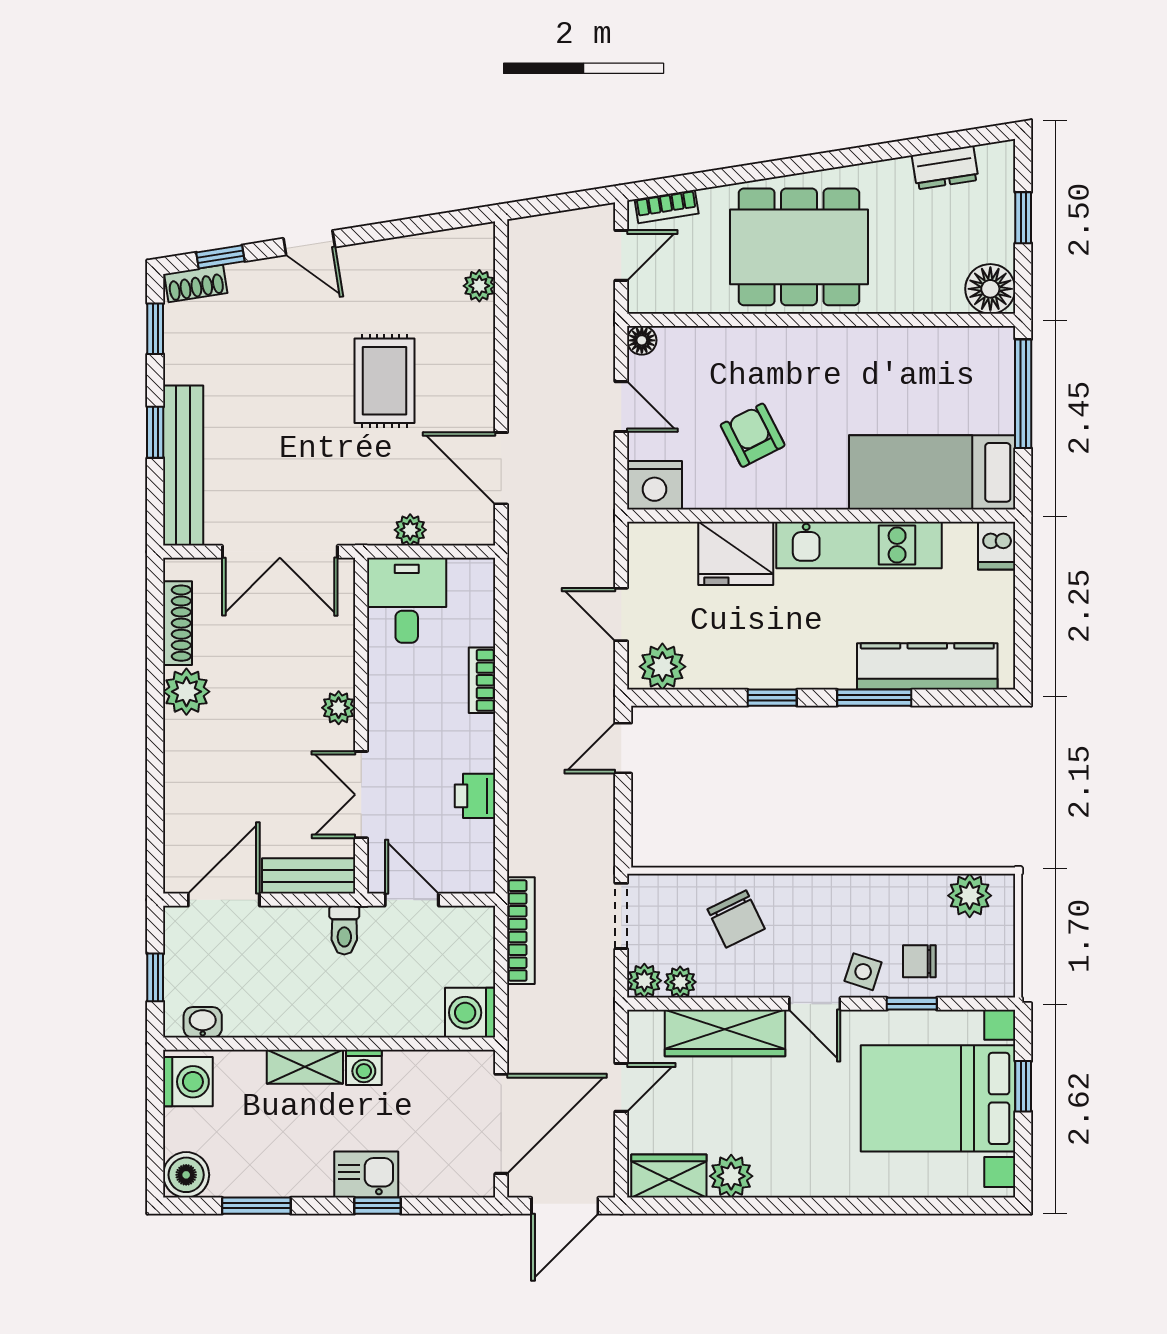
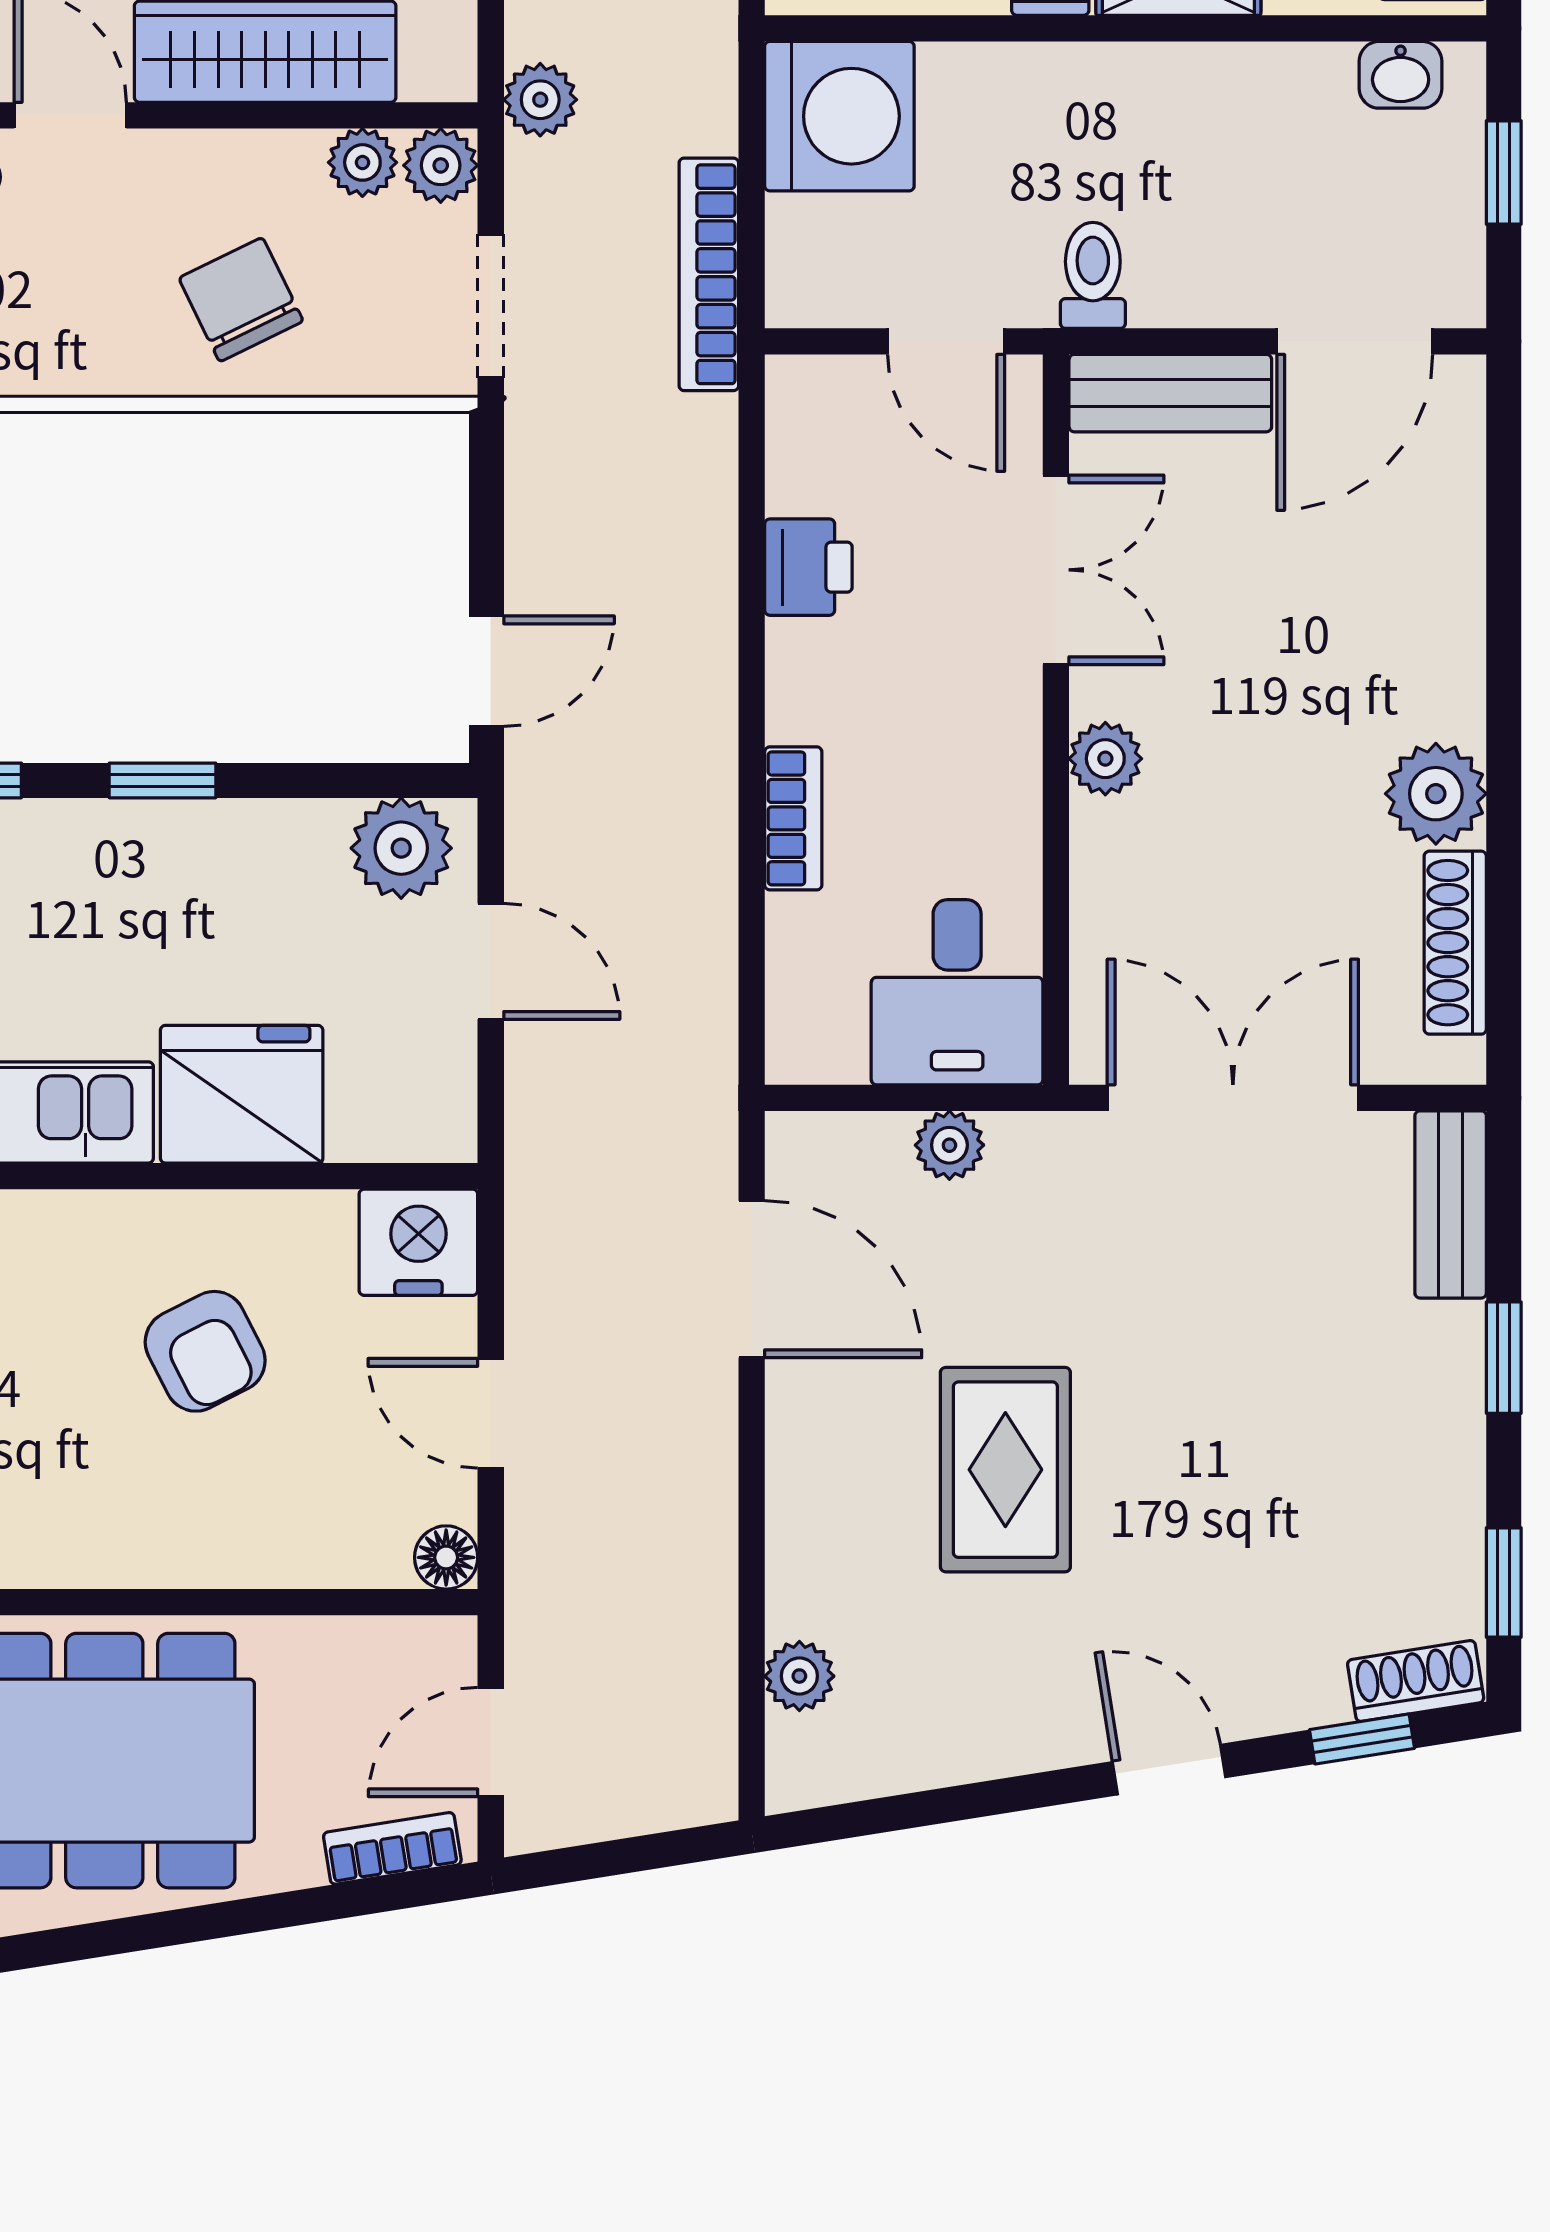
bench: (183, 466) -> (1451, 1204), width x0.54, depth x0.82
plant: (598, 1011) -> (540, 100), added
washing machine: (470, 1013) -> (839, 116), width x1.37, depth x1.37

